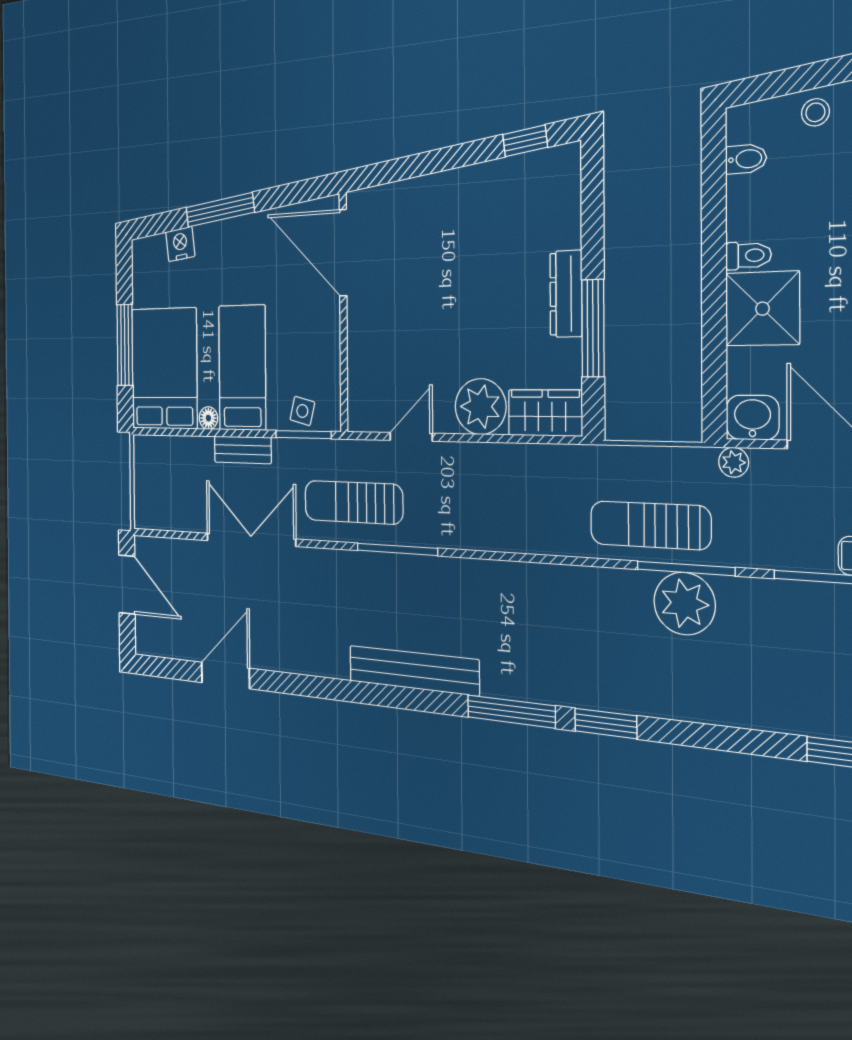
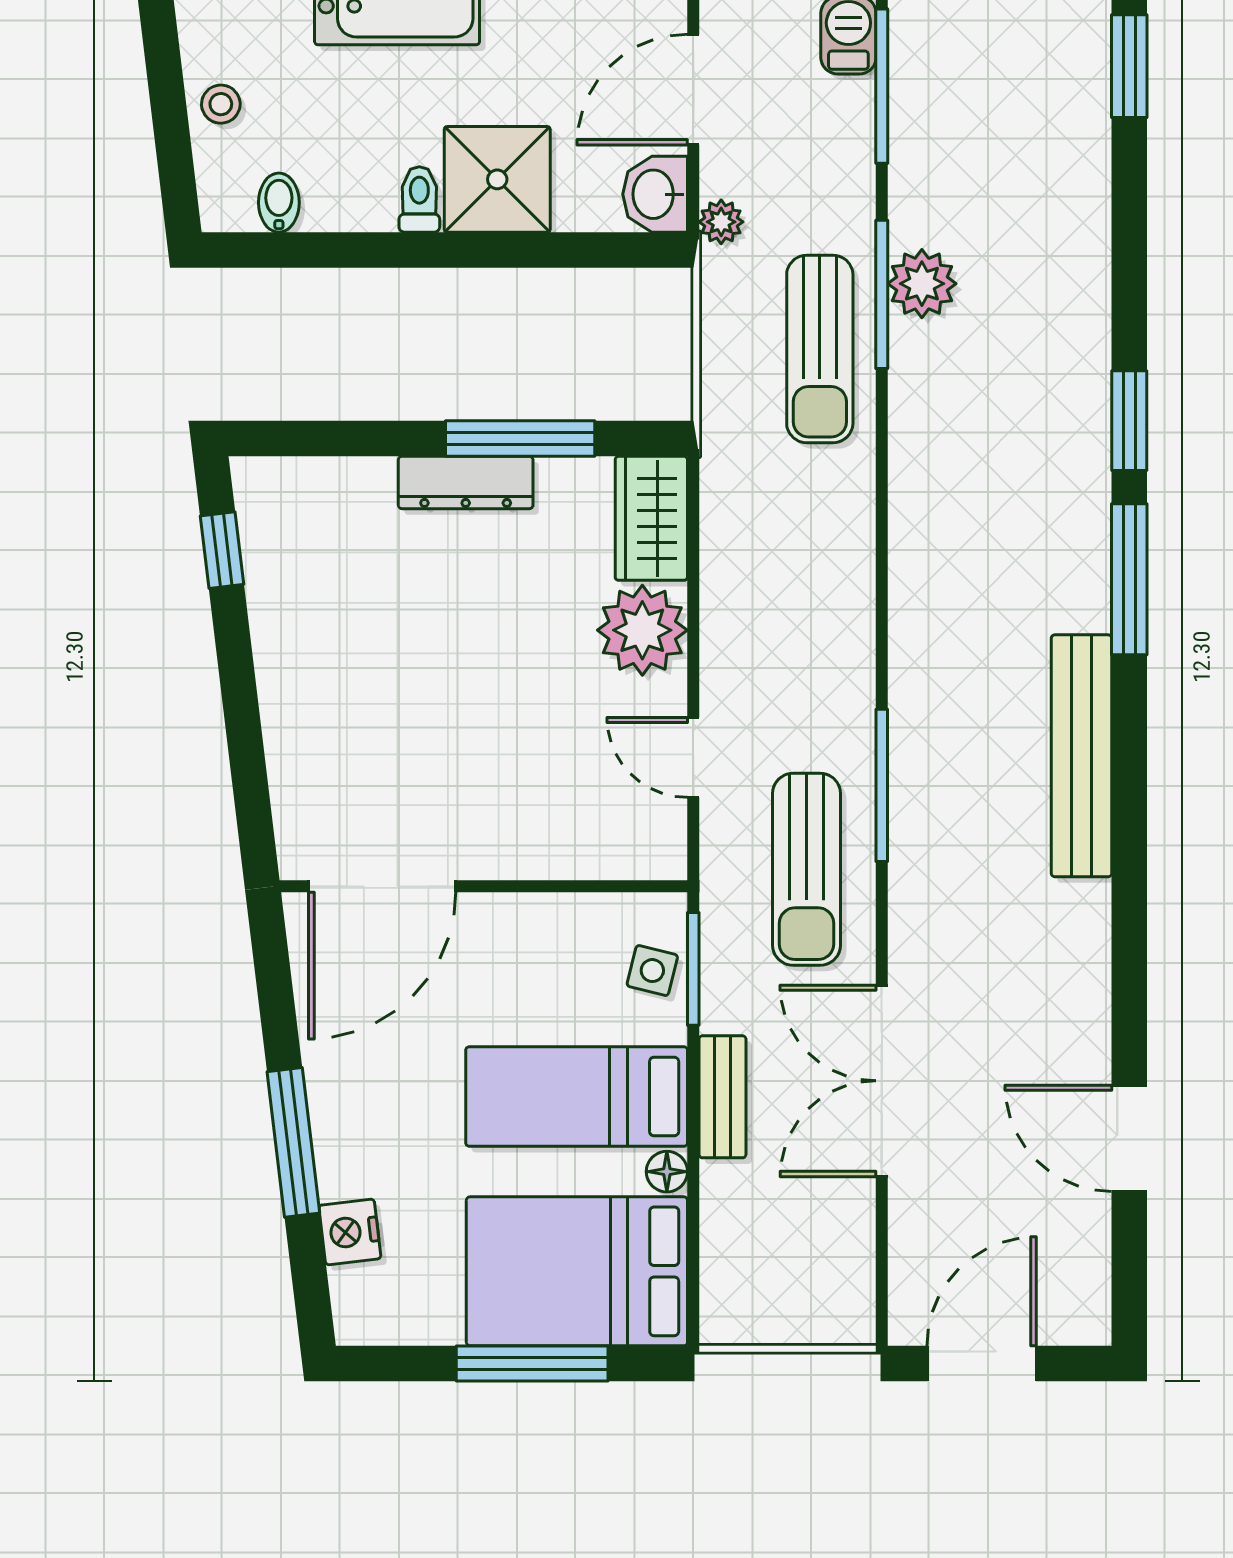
plant: (684, 604) -> (922, 284), width x0.73, depth x0.73

